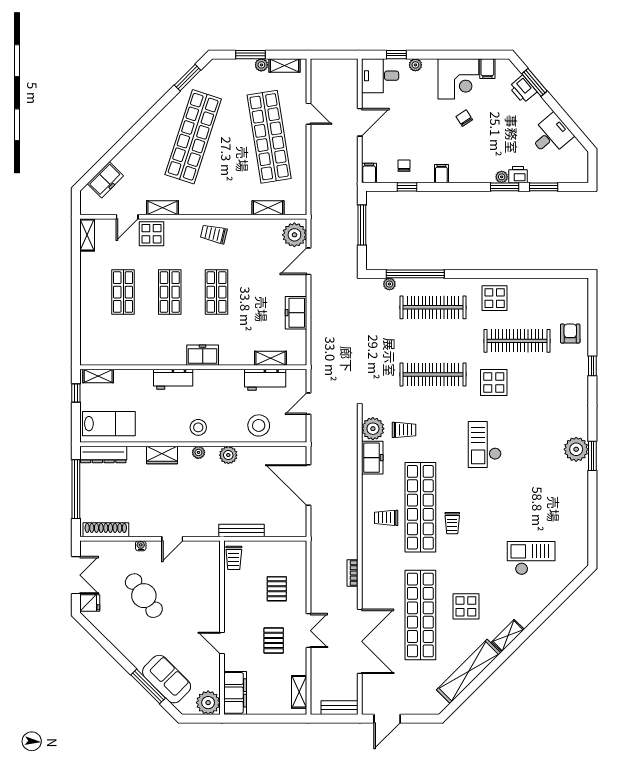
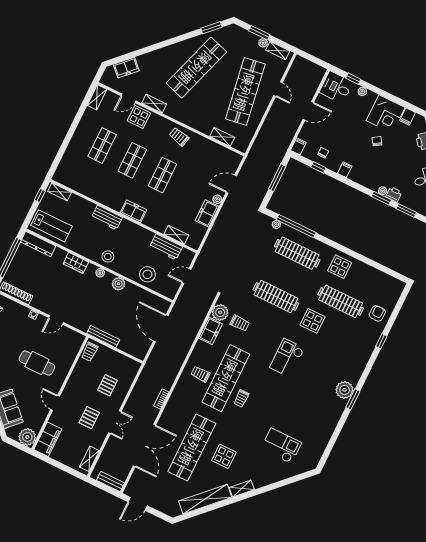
plant: (294, 235) -> (217, 199), moved, width x0.53, depth x0.53
cafe table: (144, 596) -> (37, 363), moved, turned -54

